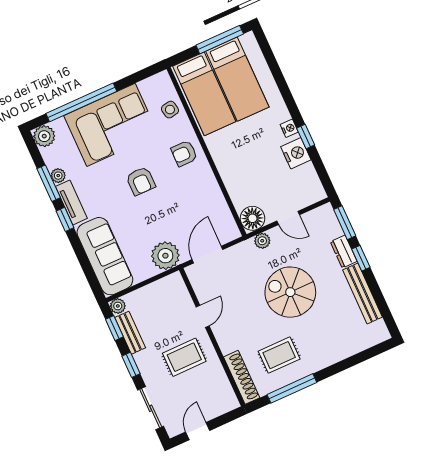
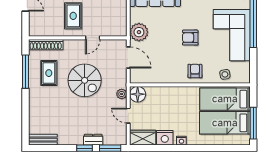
window: (306, 136) -> (172, 148), removed
wardrobe: (309, 184) -> (143, 138), added
door: (288, 218) -> (128, 116), hinge flipped
spiral stairs: (290, 292) -> (85, 80), moved, turned 90
bench: (363, 294) -> (43, 140), moved, width x0.73
door: (203, 316) -> (93, 38), hinge flipped

